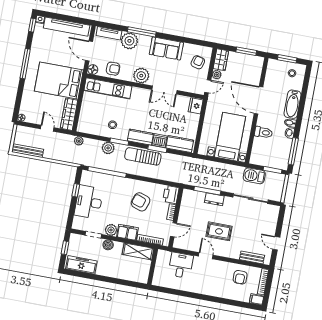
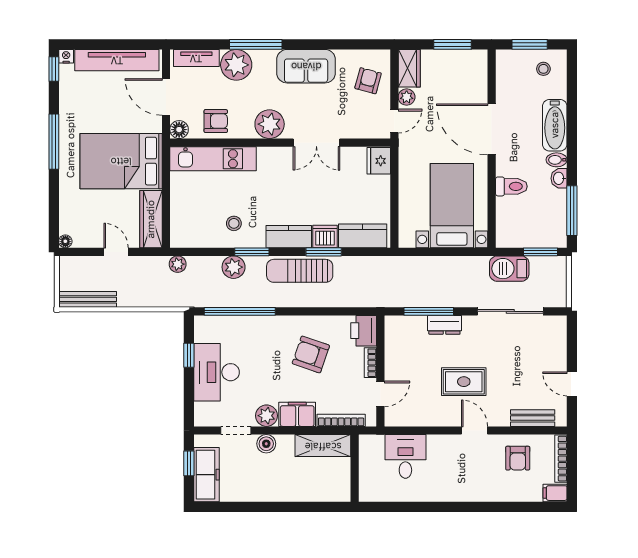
door: (206, 256) -> (475, 430), moved
freezer: (81, 265) -> (206, 475), moved, turned 90

